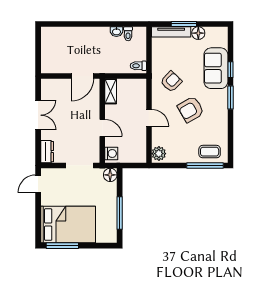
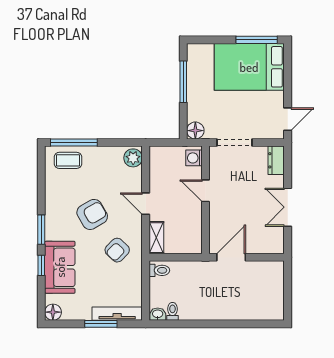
washbasin: (116, 32) -> (158, 314), moved
floor lamp: (198, 33) -> (53, 312), moved
shelving: (111, 91) -> (156, 238), moved

